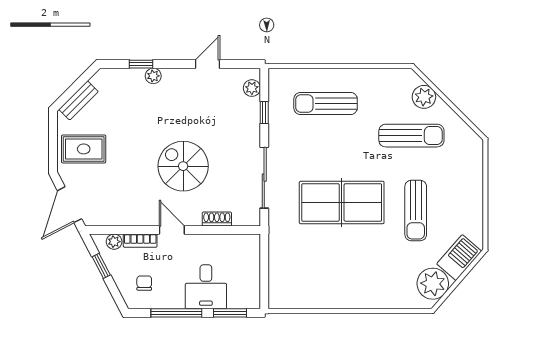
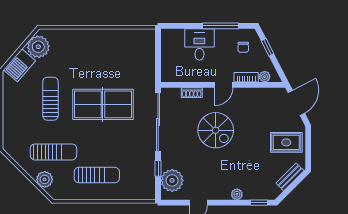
window: (141, 64) -> (259, 203), moved
plant: (252, 88) -> (172, 180), width x1.88, depth x1.88
sun lounger: (326, 103) -> (97, 175), moved
sun lounger: (411, 136) -> (53, 152), turned 180
sliding door: (264, 178) -> (158, 122), width x1.36
door: (172, 230) -> (224, 85), hinge flipped
window: (101, 266) -> (268, 47), moved
window: (230, 313) -> (182, 26), removed

